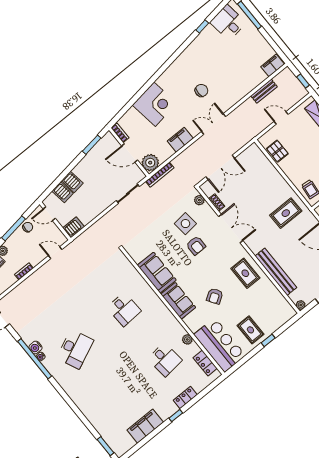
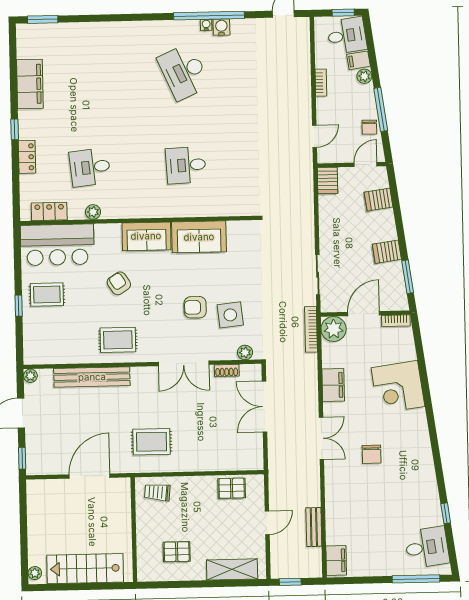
server rack: (72, 182) -> (387, 252), moved
rug: (286, 213) -> (151, 442), turned 90

